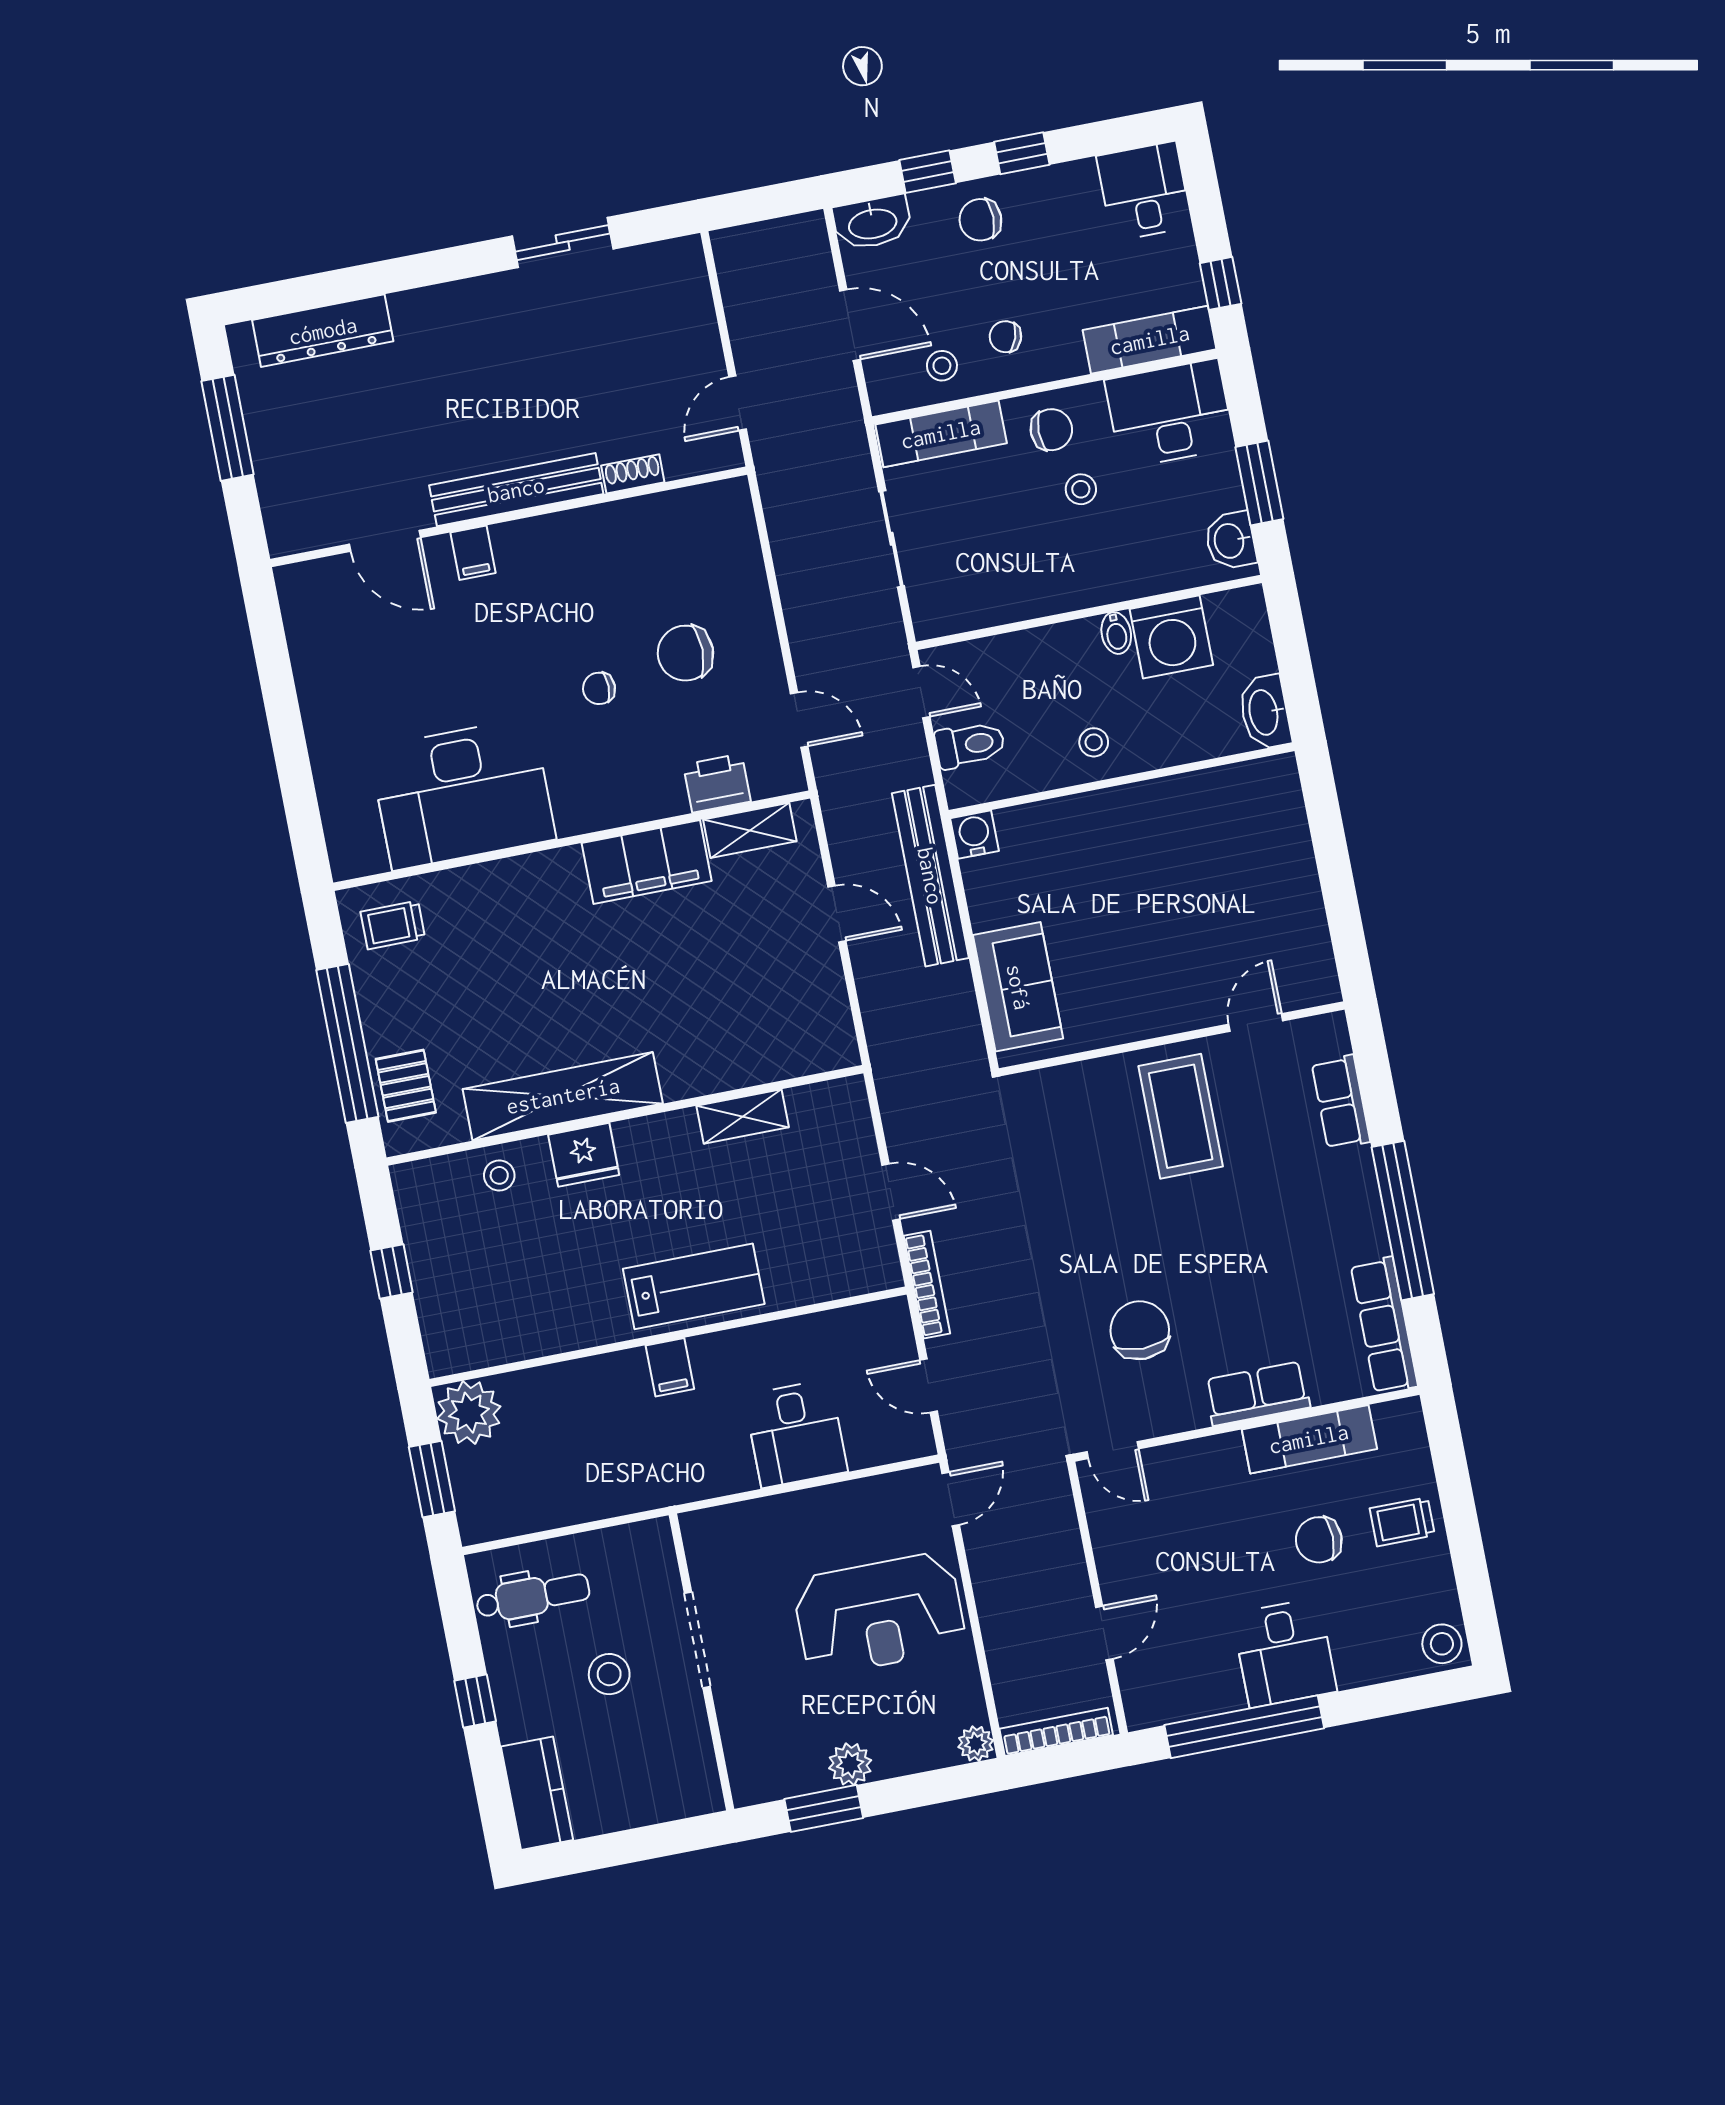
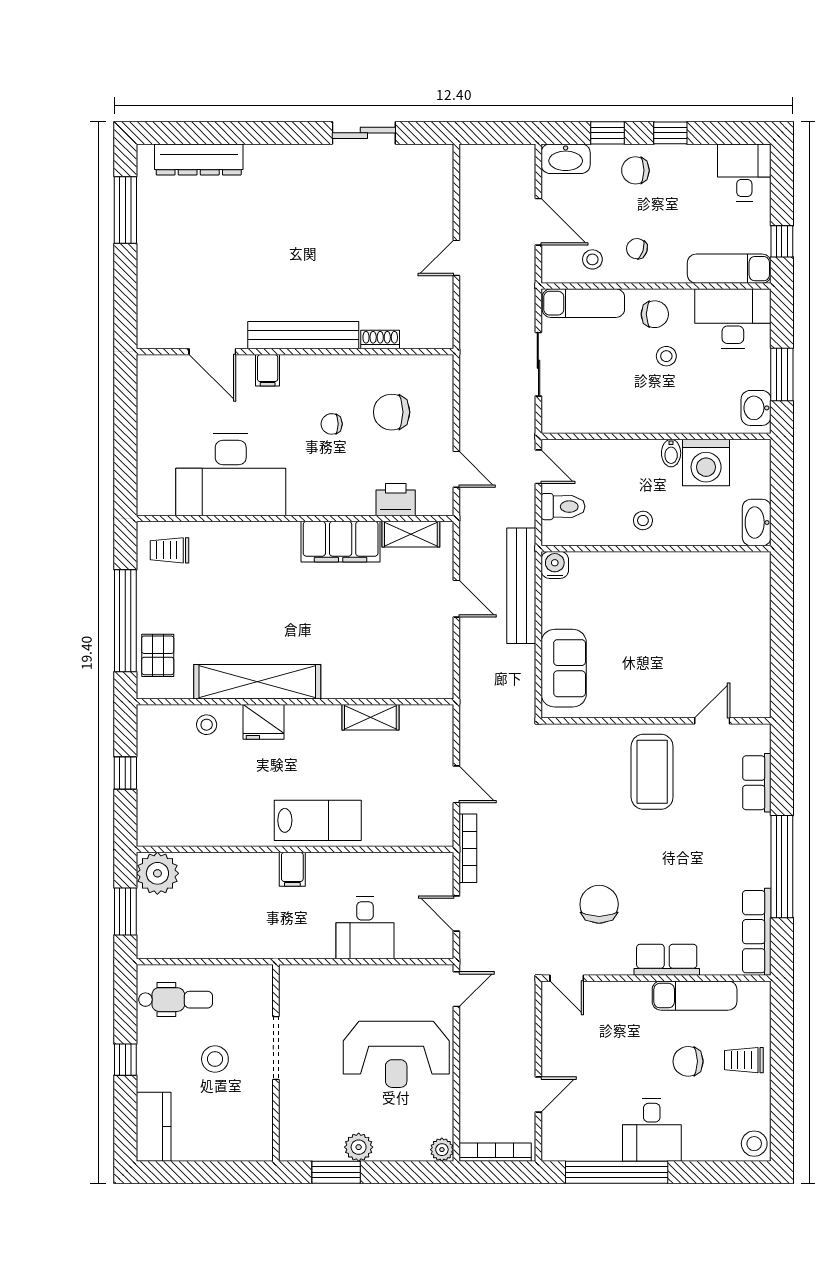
shoe rack: (633, 474) -> (380, 340), moved
bench: (516, 490) -> (303, 335), moved
wall: (509, 517) -> (295, 352), moved
door: (385, 541) -> (212, 352), moved
filing cabinet: (473, 553) -> (268, 370), moved

